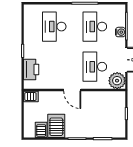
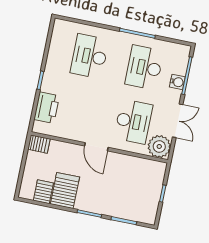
desk: (95, 67) -> (133, 122), turned 180

